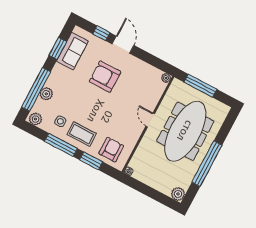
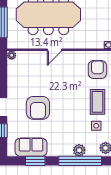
armchair: (111, 150) -> (97, 70), turned 90

